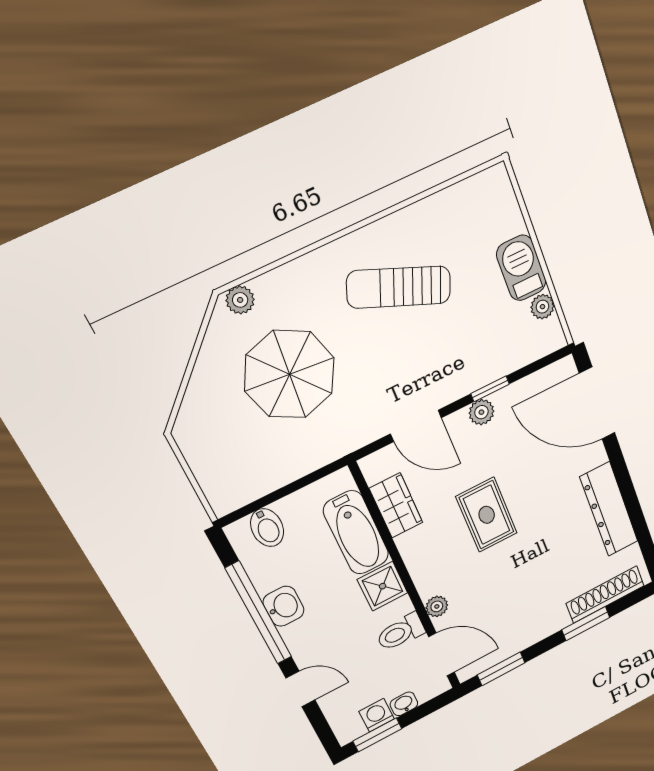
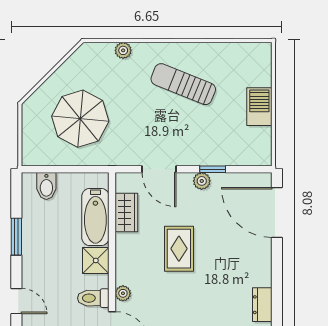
plant: (240, 300) -> (123, 50), moved
plant: (542, 307) -> (264, 135), removed
parasol: (290, 374) -> (80, 119), moved
dresser: (609, 509) -> (262, 305), width x0.51, depth x0.80
washbasin: (284, 606) -> (32, 240), removed
window: (259, 613) -> (16, 237), width x0.47

